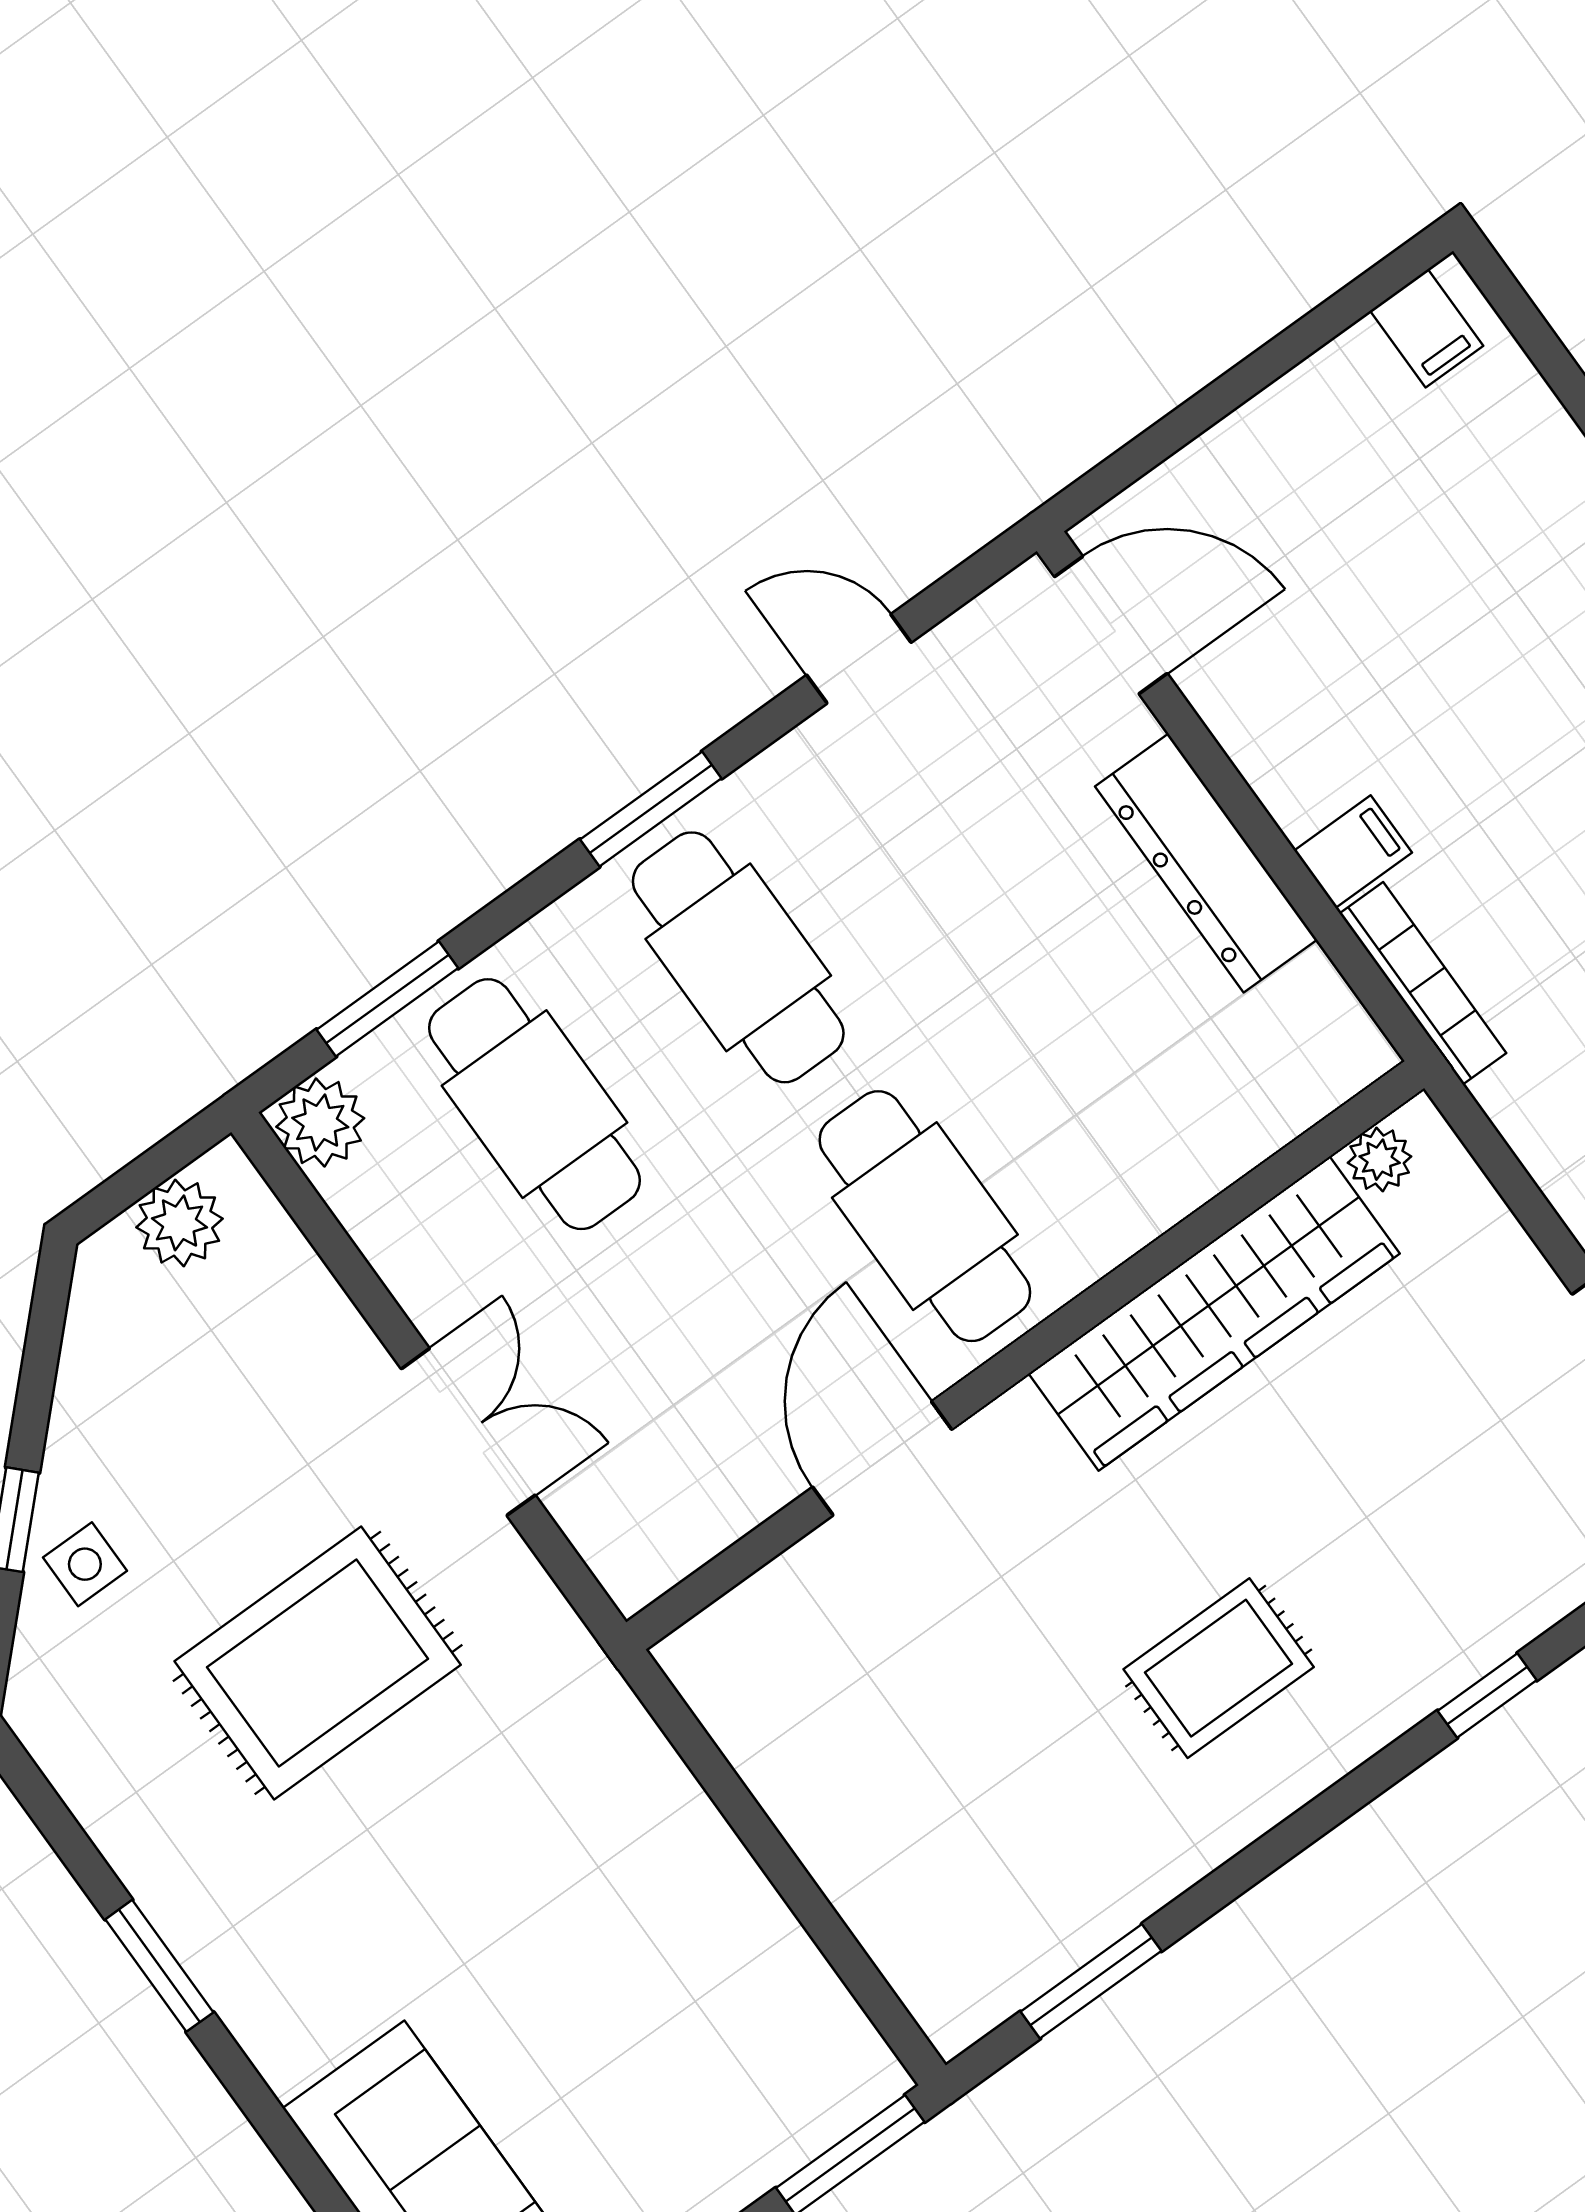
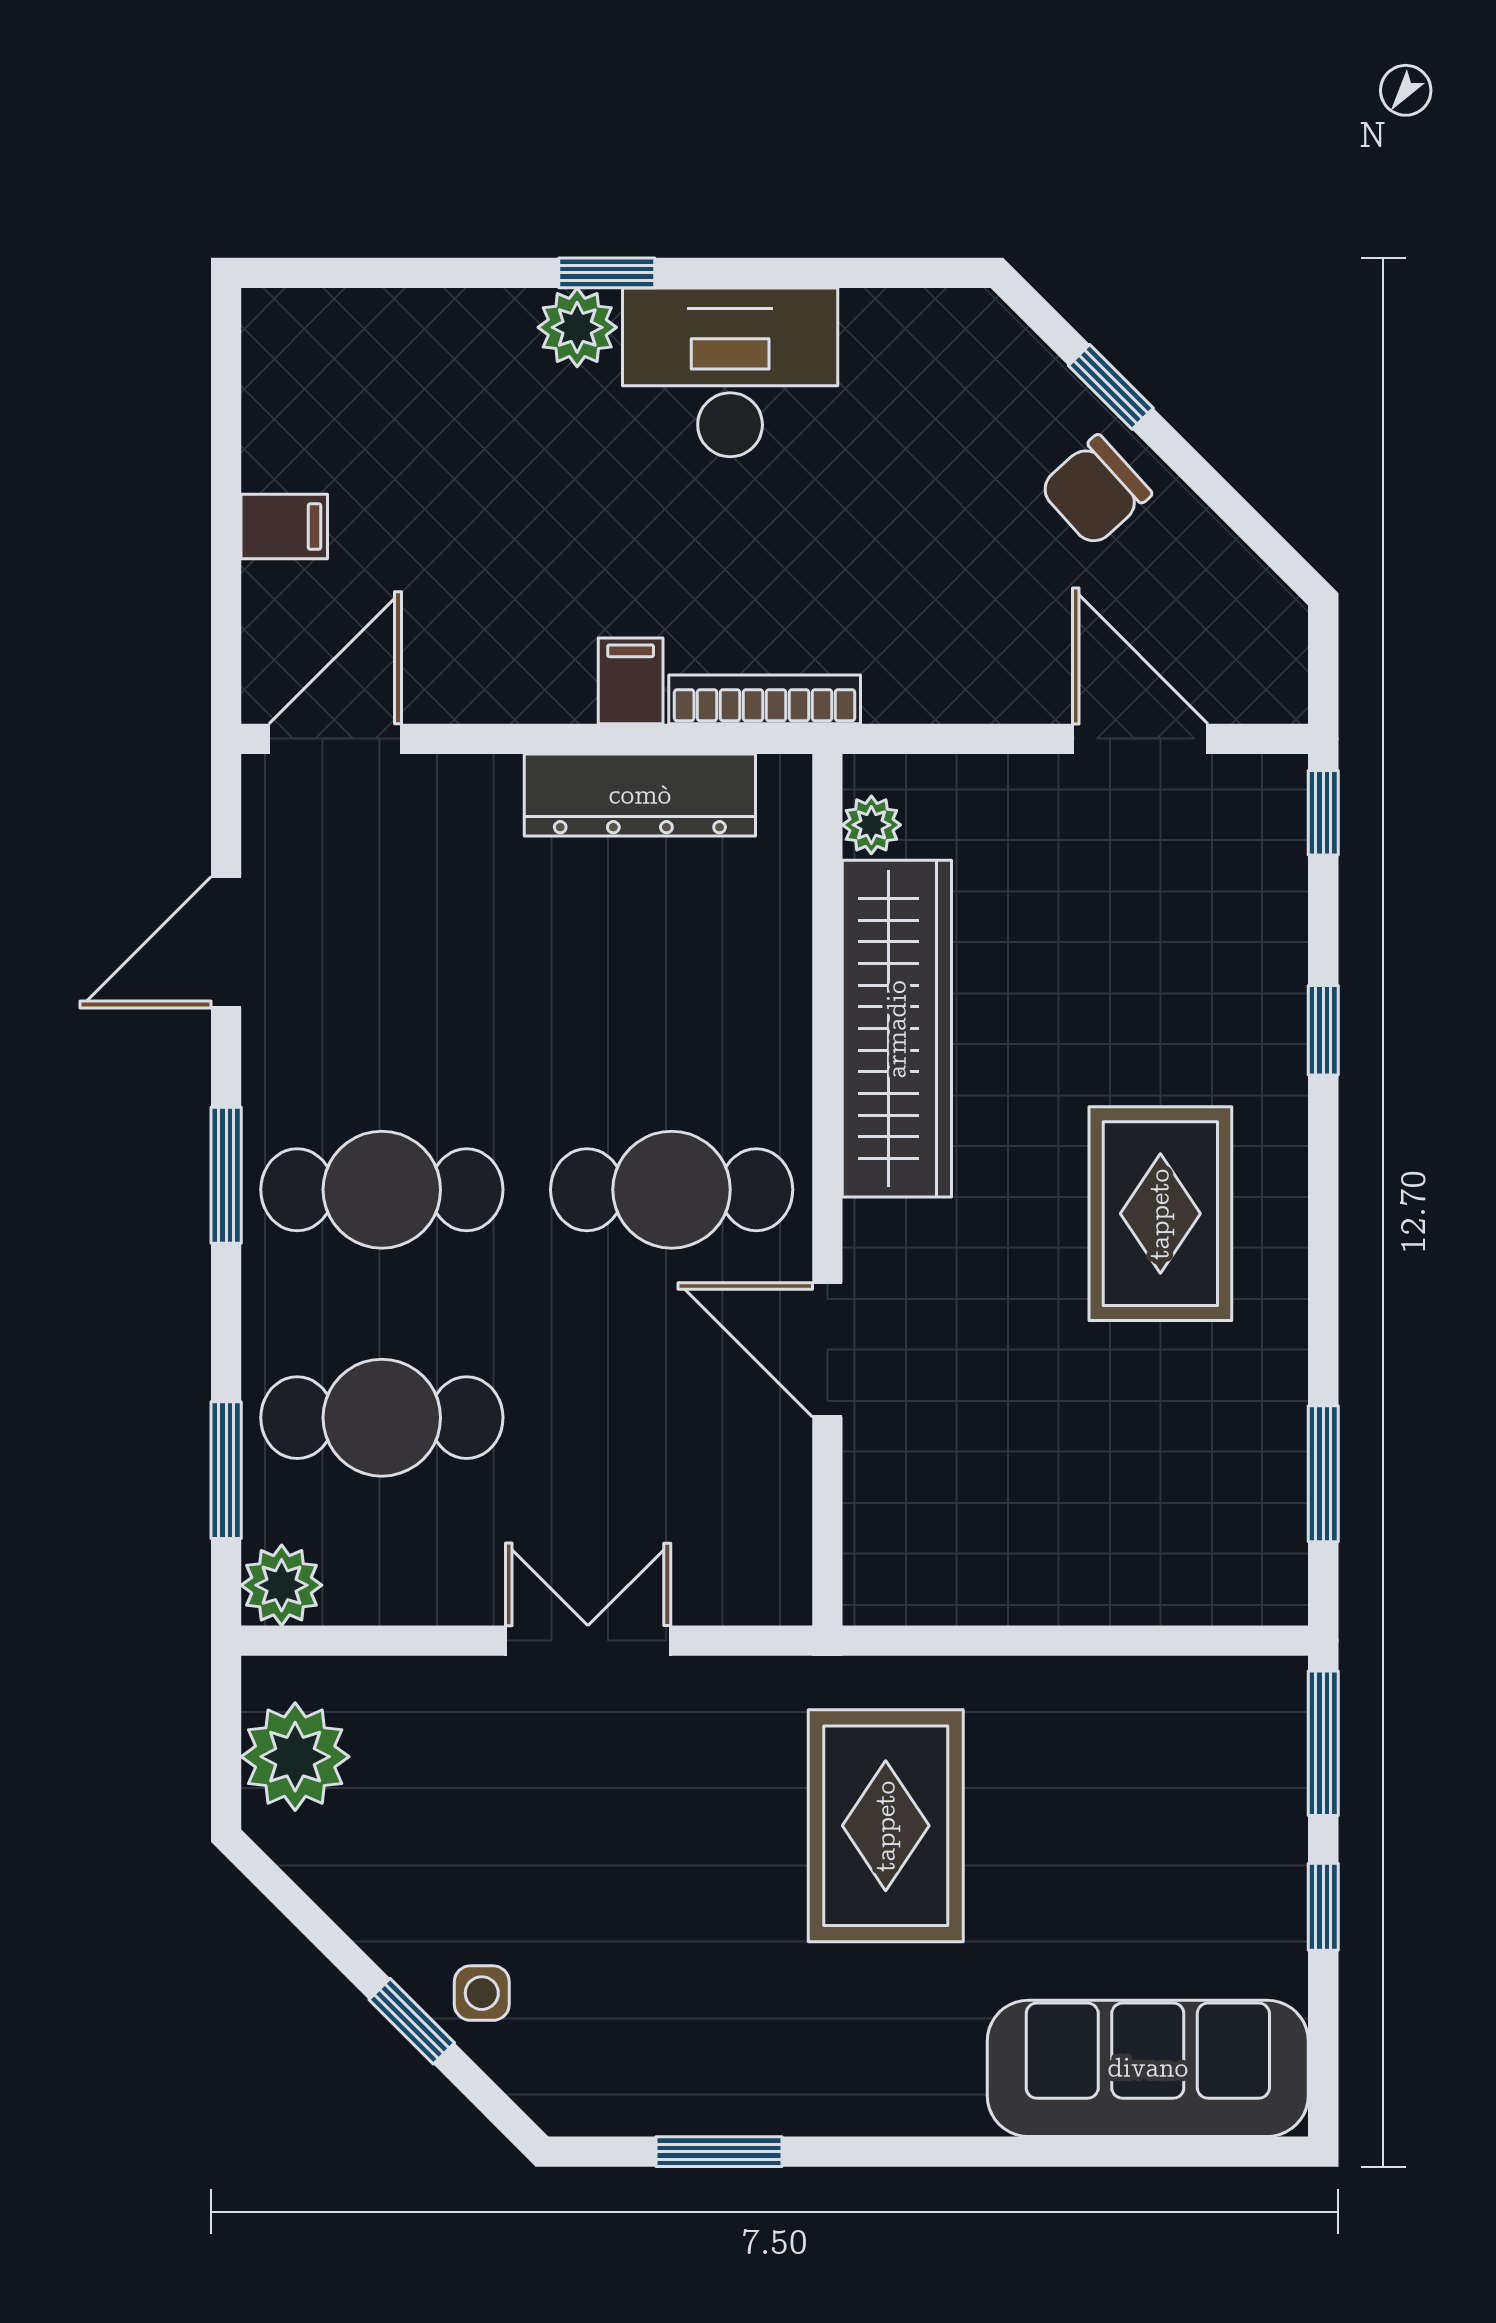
filing cabinet: (1427, 328) -> (284, 526), moved
door: (859, 659) -> (226, 942), width x1.38
dresser: (1206, 863) -> (640, 795), moved
plant: (179, 1223) -> (295, 1757), width x1.36, depth x1.36
rug: (318, 1663) -> (886, 1826), moved
rug: (1219, 1668) -> (1160, 1214), width x1.36, depth x1.43
window: (159, 1966) -> (719, 2152), moved

